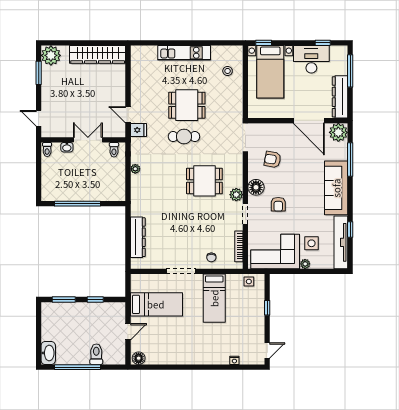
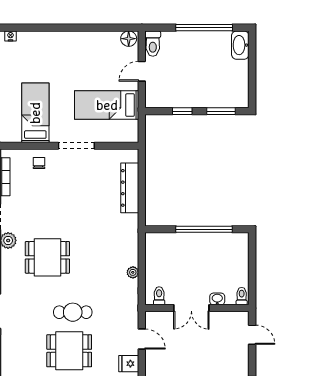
fridge: (139, 130) -> (129, 364), moved
toilet: (96, 354) -> (153, 44), moved

